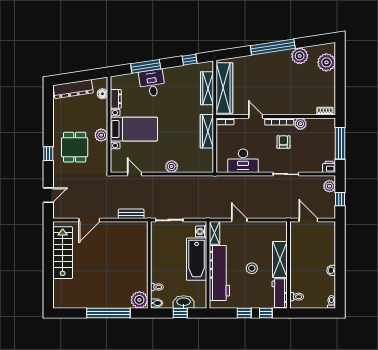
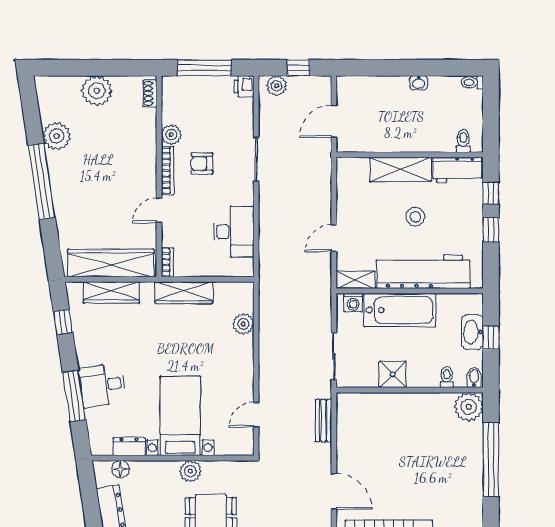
plant: (326, 62) -> (97, 91), moved
plant: (172, 166) -> (243, 324), moved
shower: (159, 255) -> (393, 374), added

